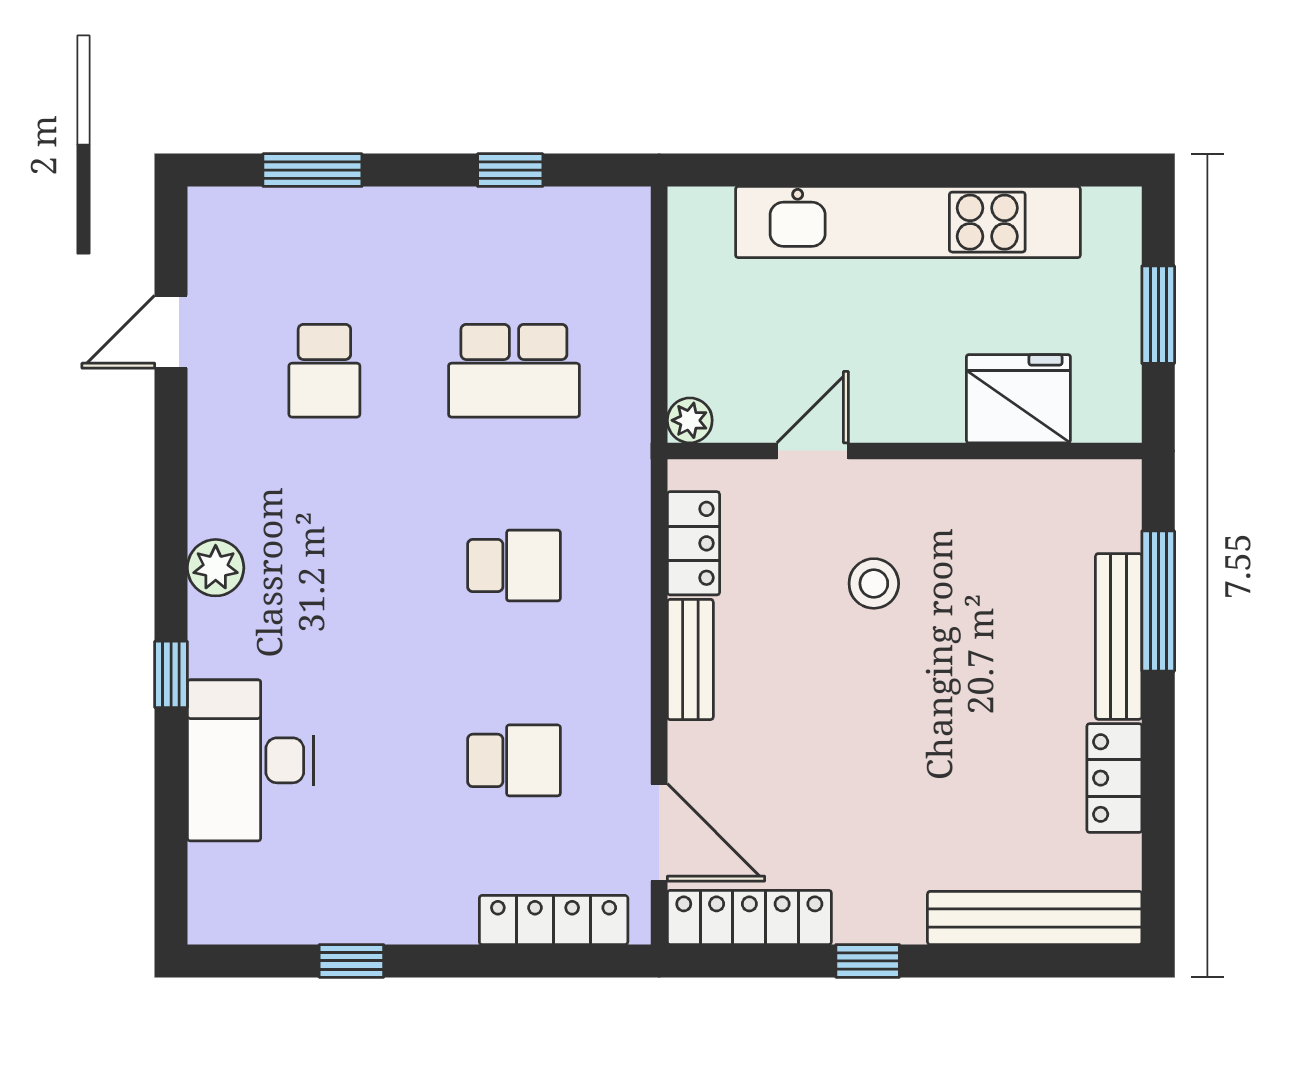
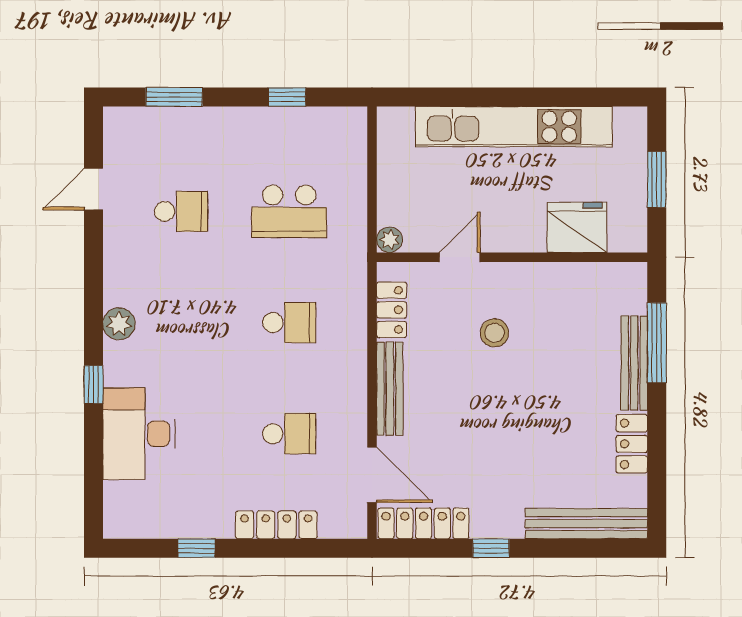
school desk: (324, 371) -> (181, 211), turned -90
bench: (690, 659) -> (390, 389), width x1.36
locker: (554, 920) -> (276, 525), moved

